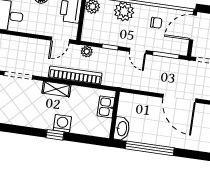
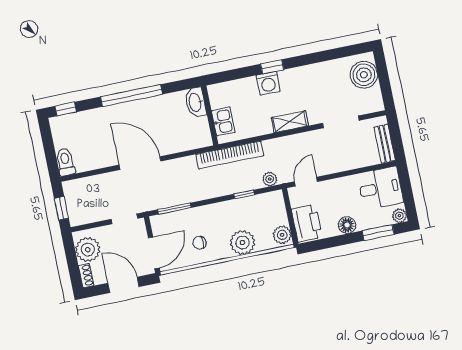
door: (138, 51) -> (209, 201), removed
bookcase: (75, 75) -> (230, 155), moved
window: (150, 148) -> (132, 96), moved

